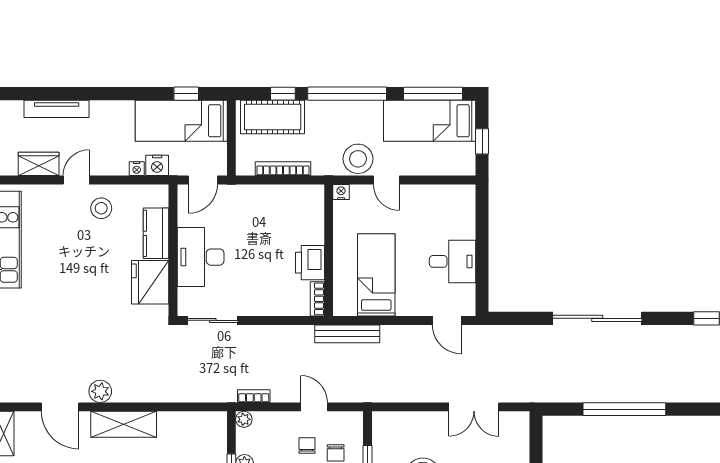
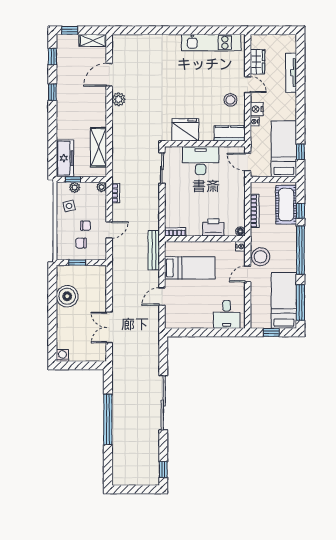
nightstand: (157, 165) -> (257, 109), moved
floor lamp: (317, 192) -> (240, 231), added
kitchen counter: (156, 233) -> (230, 133), moved
desk: (453, 261) -> (227, 314), moved
printer: (310, 263) -> (213, 227), moved
door: (447, 320) -> (162, 297), moved
shelving: (124, 424) -> (98, 147), moved

